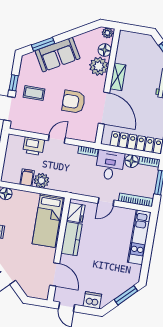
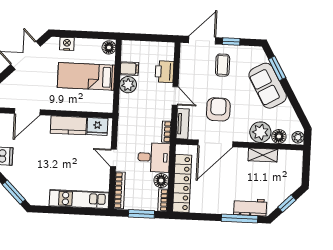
shelving: (118, 77) -> (263, 155), moved
tv unit: (83, 136) -> (183, 124), added
bed: (48, 221) -> (86, 76), moved

